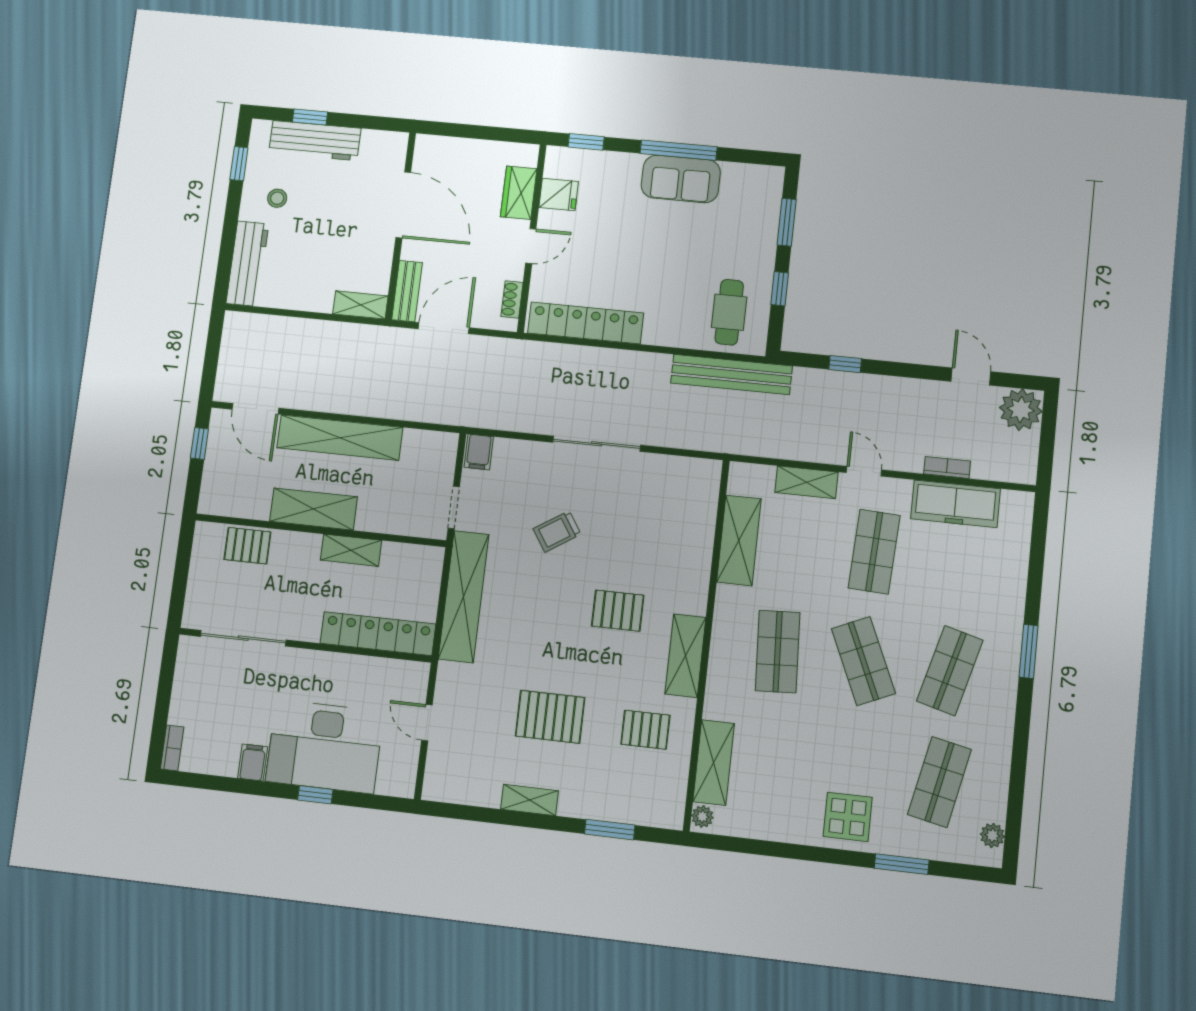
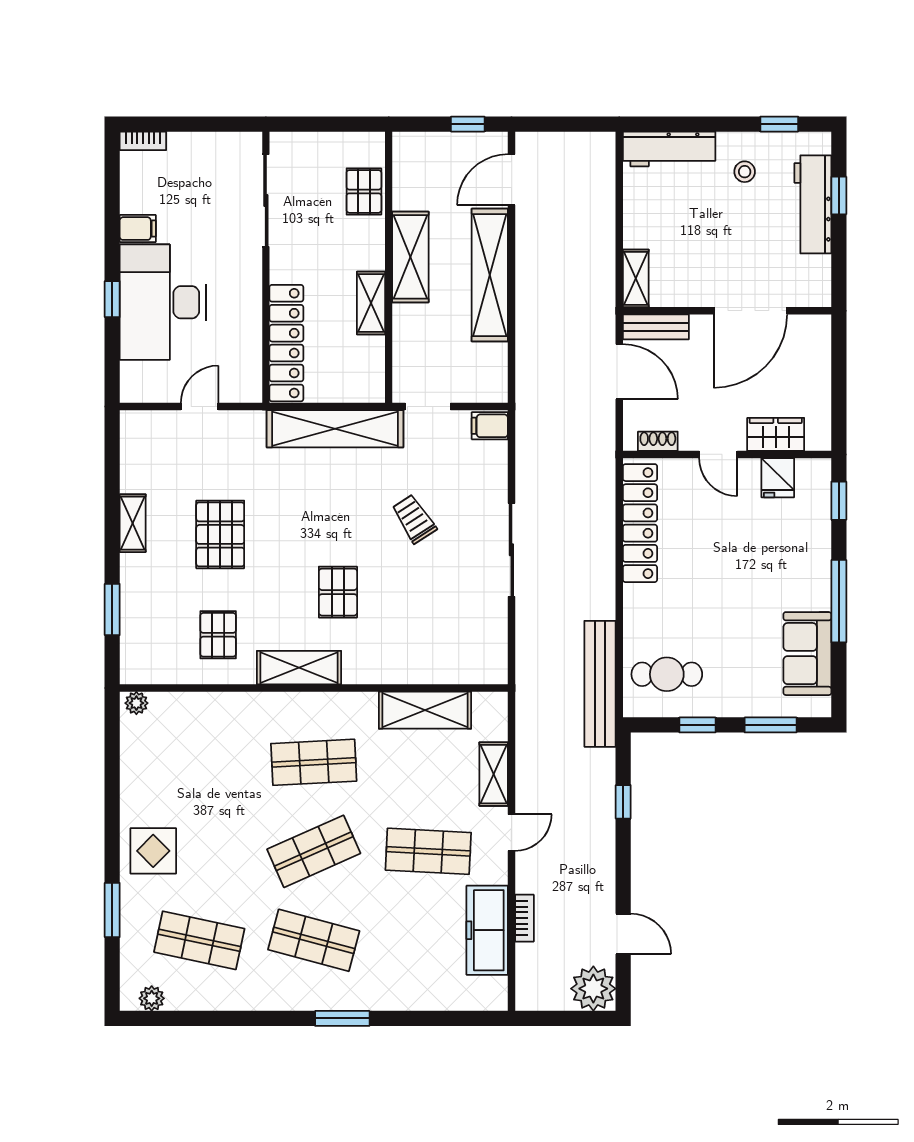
sofa: (681, 179) -> (807, 654), moved
door: (971, 376) -> (623, 934), hinge flipped
shelving: (714, 763) -> (193, 709), removed

